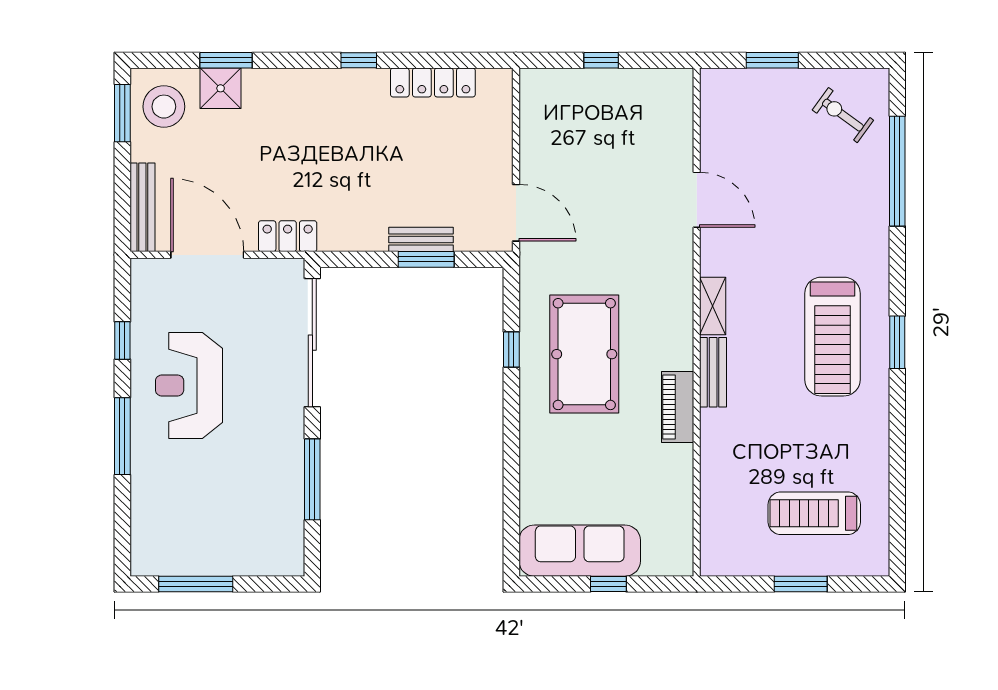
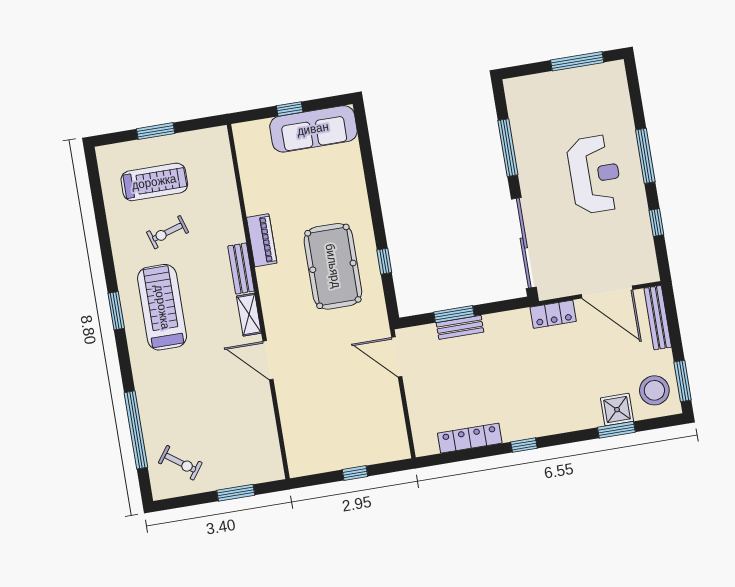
door: (697, 200) -> (268, 360), moved
reception desk: (189, 385) -> (595, 174), moved
exercise bike: (807, 440) -> (168, 232), added

